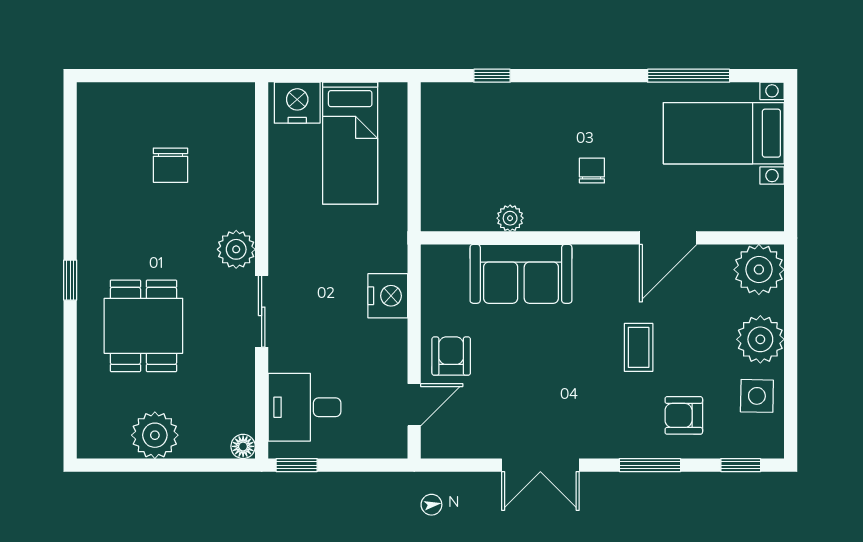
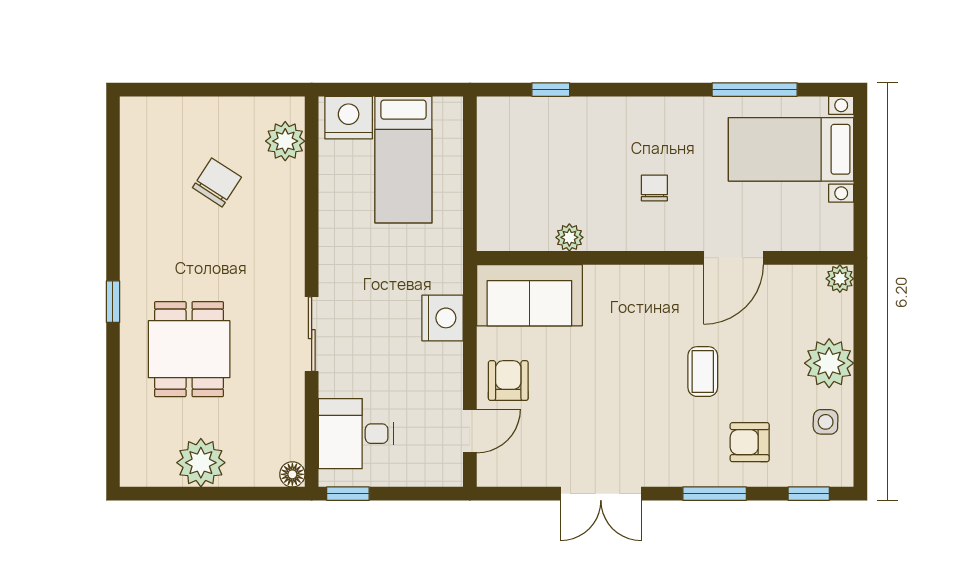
chair: (170, 165) -> (217, 182), turned -147
plant: (236, 249) -> (285, 141), moved
plant: (759, 270) -> (840, 279), width x0.53, depth x0.53
sofa: (521, 274) -> (529, 295), moved
side table: (757, 396) -> (826, 422), width x0.73, depth x0.73

